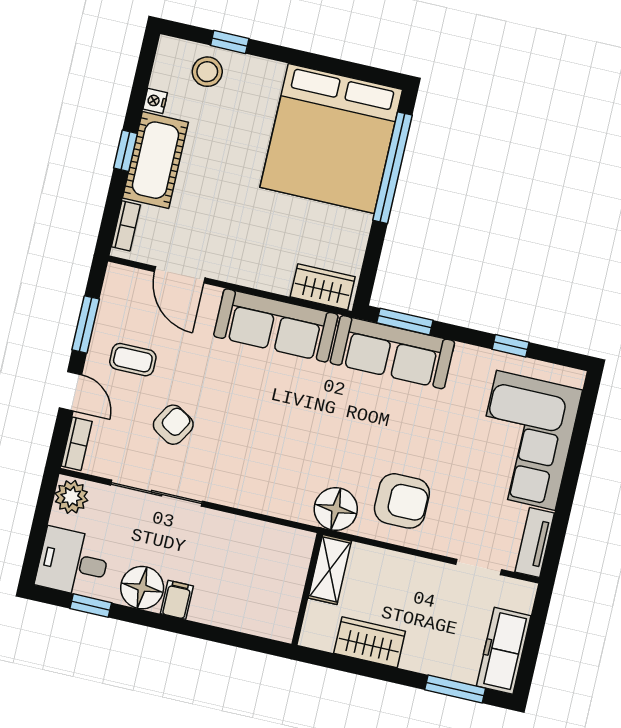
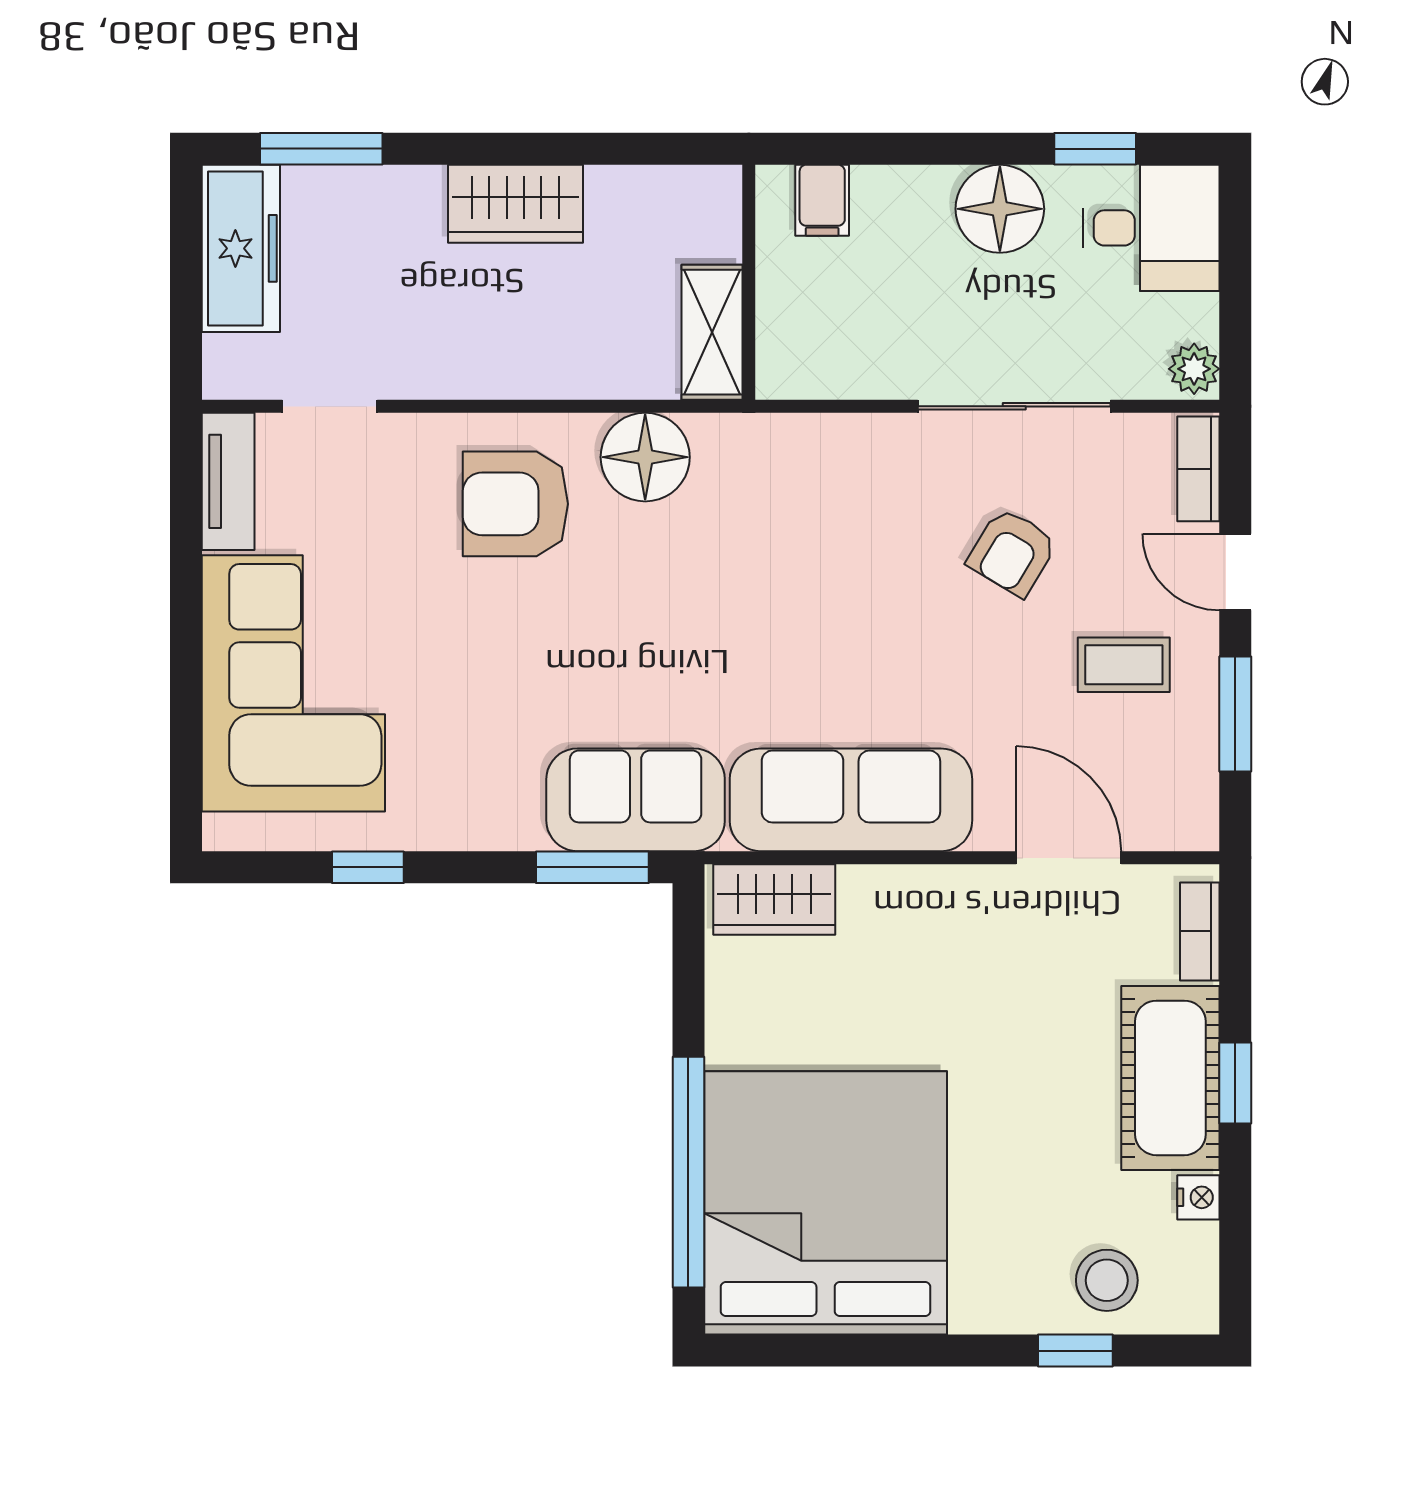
sofa: (392, 352) -> (636, 800), width x0.73
plant: (71, 497) -> (1194, 369), width x0.73, depth x0.73
shelving: (330, 569) -> (712, 332), moved
wall: (307, 589) -> (749, 282), moved
filing cabinet: (177, 600) -> (822, 200), moved

